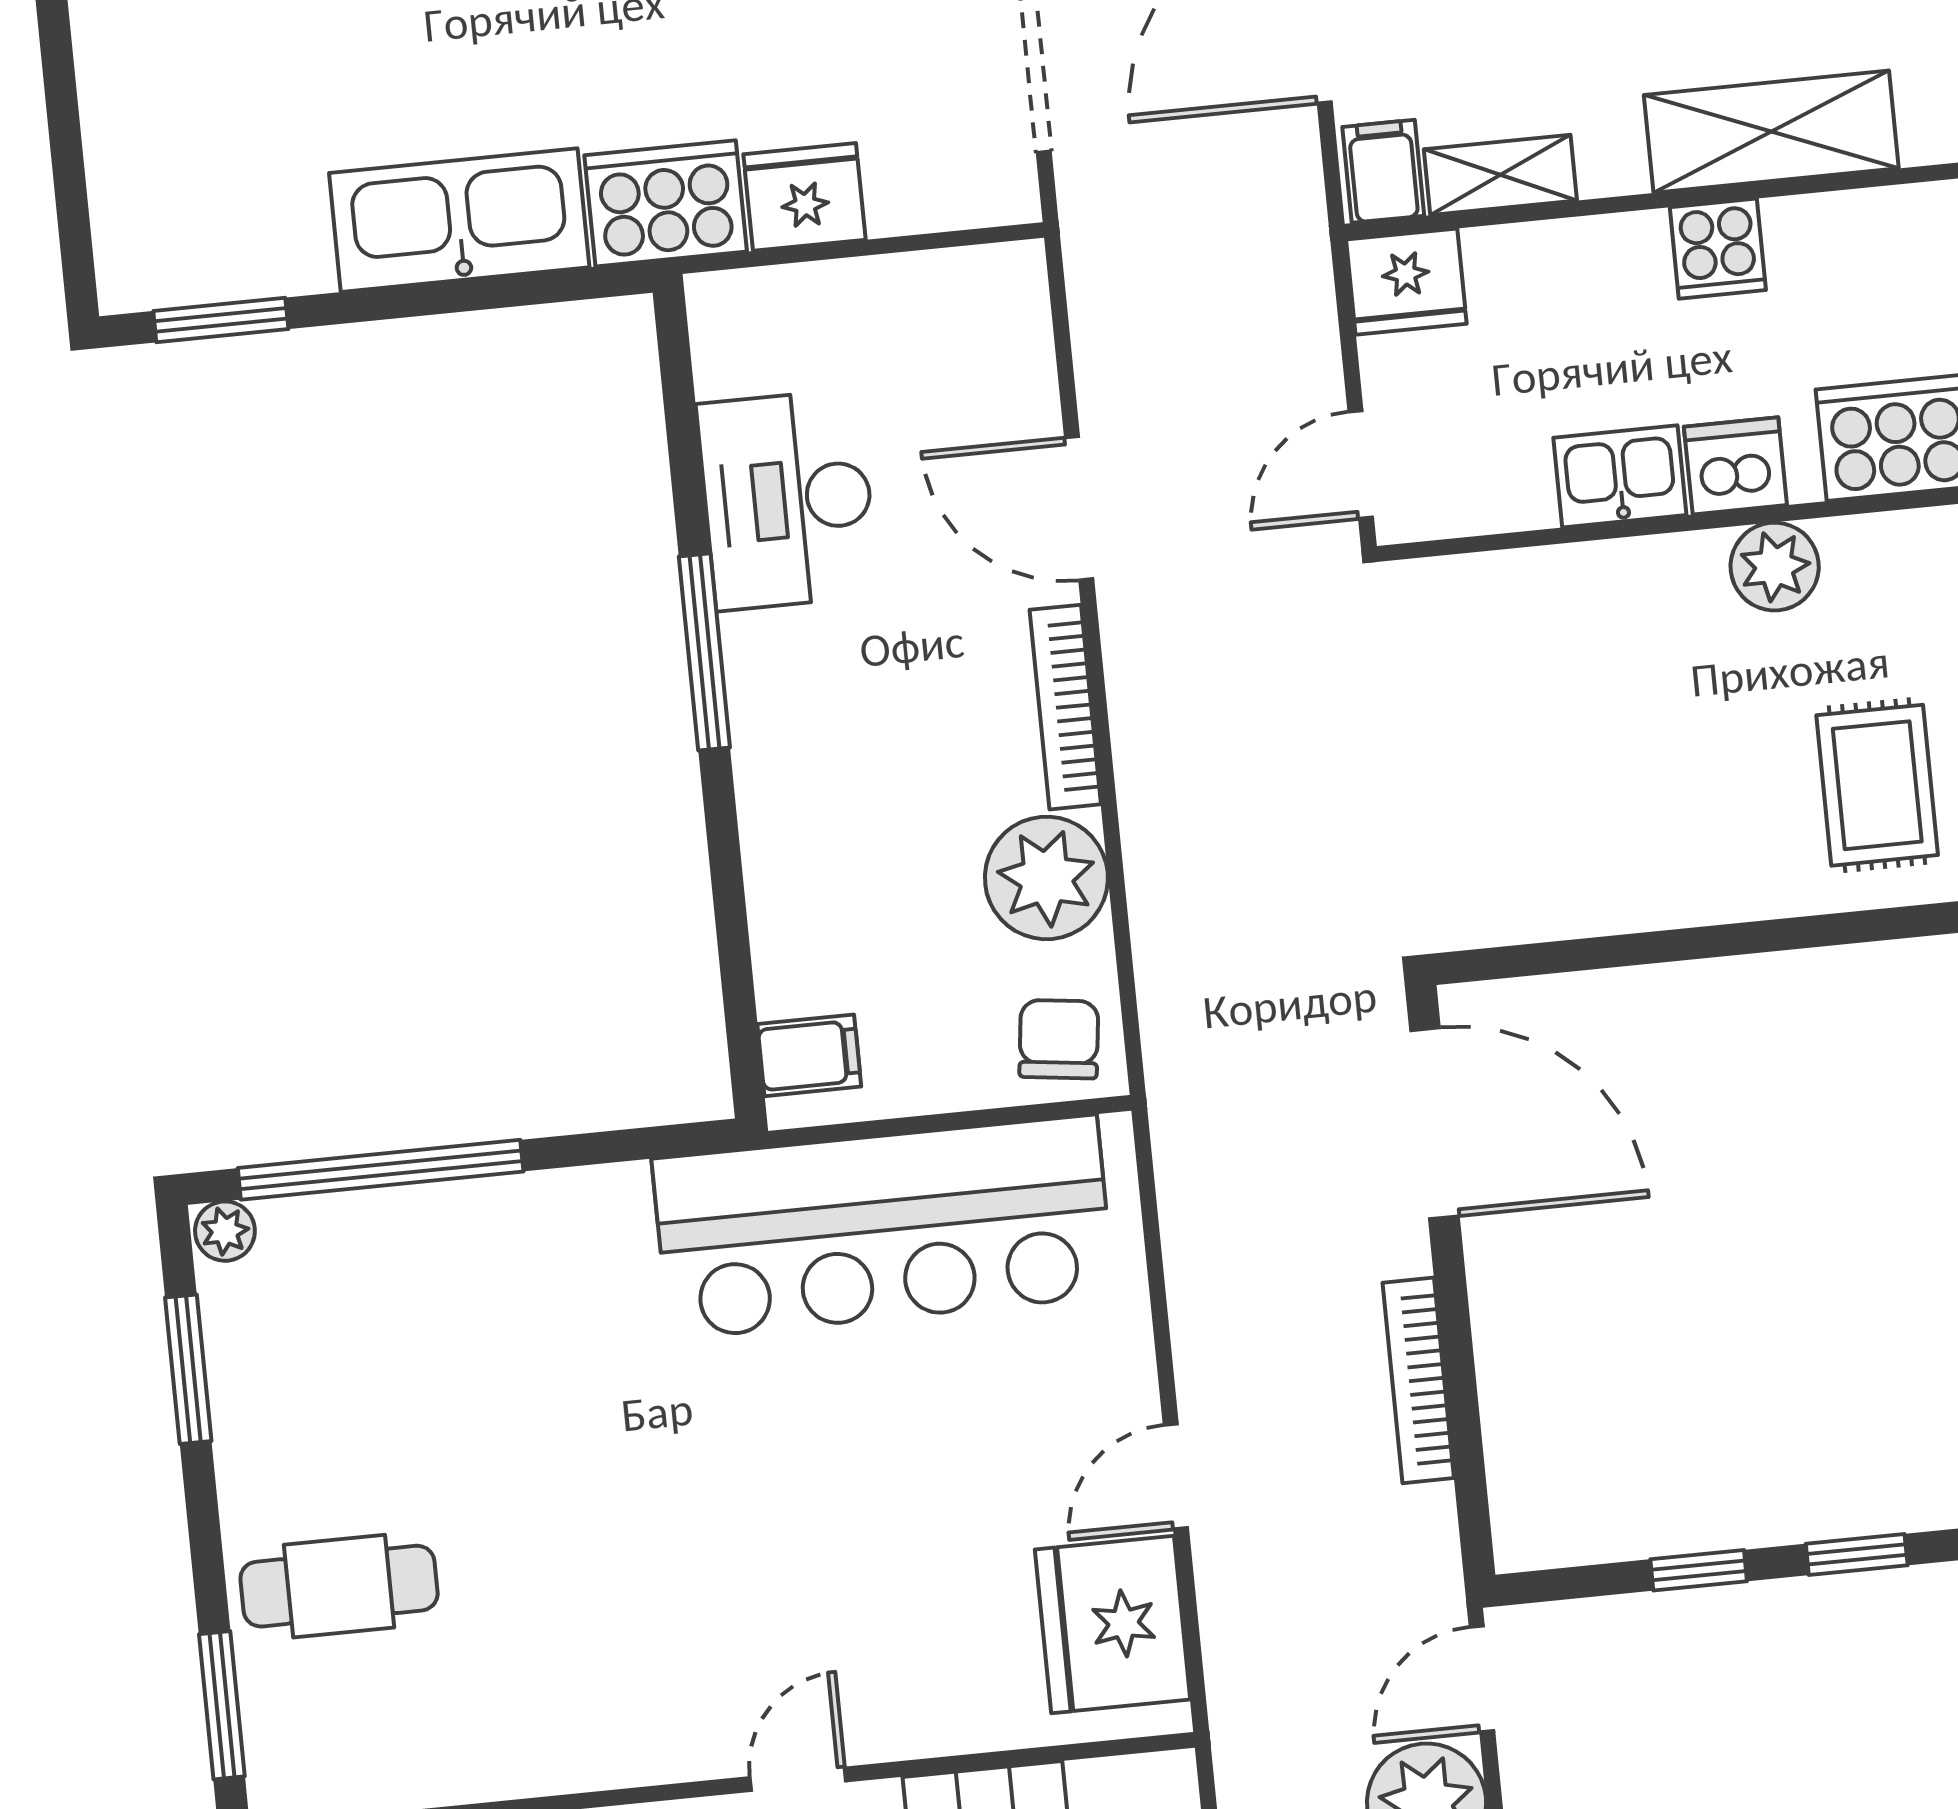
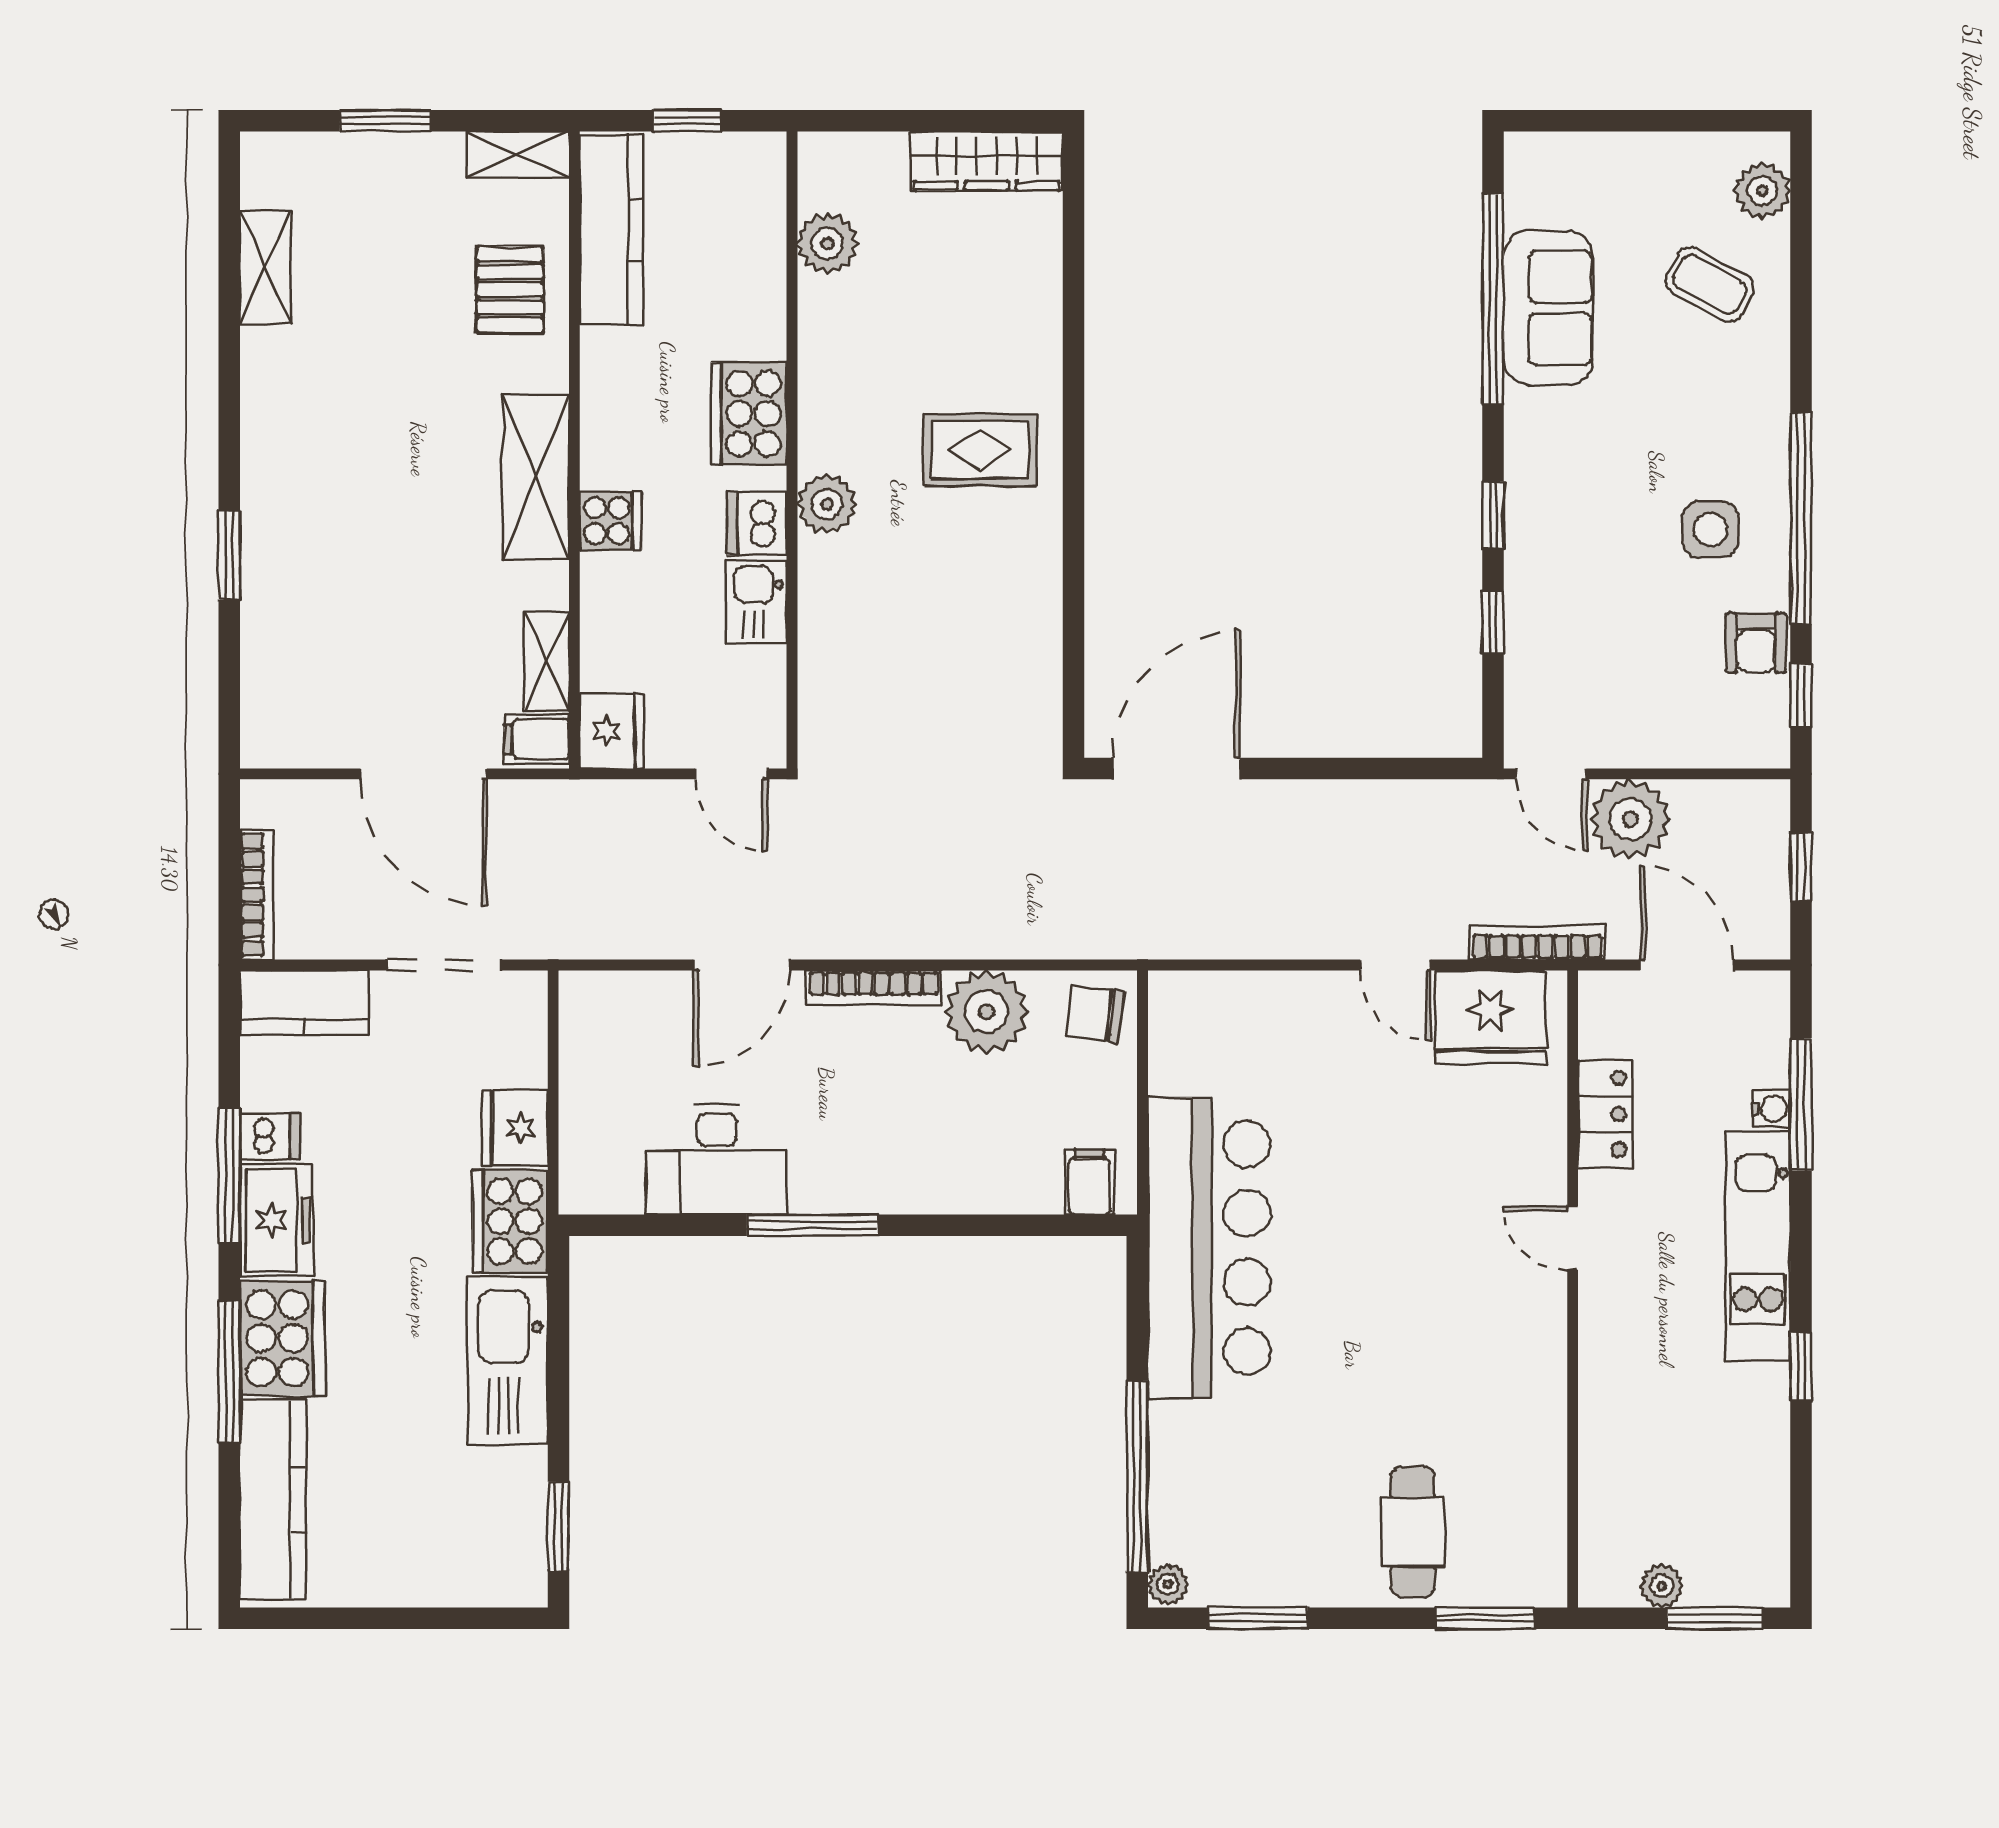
bar counter: (883, 1227) -> (1209, 1248), moved
bookcase: (1418, 1380) -> (1537, 942), moved, turned 180

